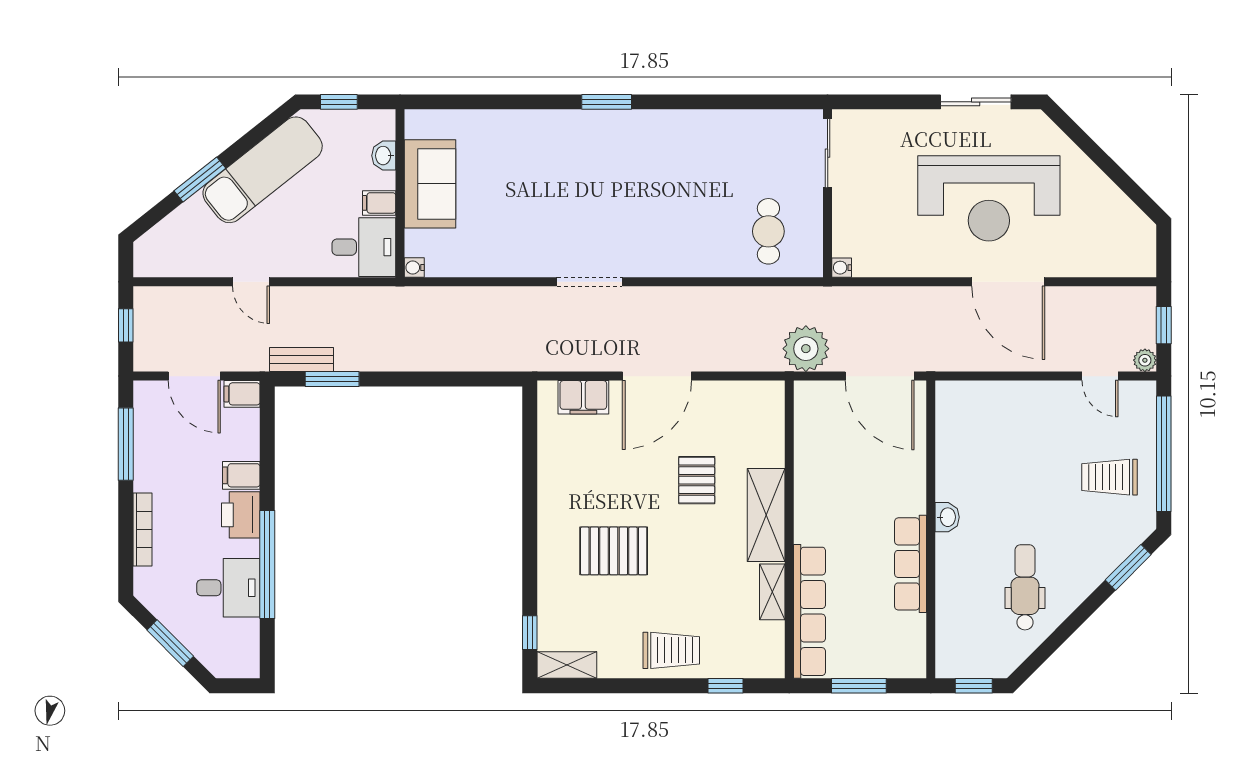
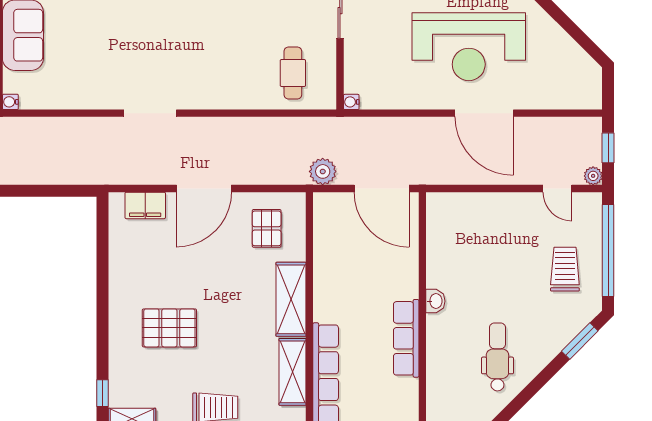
plant: (806, 349) -> (323, 171), width x0.73, depth x0.73
trolley: (1110, 477) -> (565, 269), turned 90
pallet: (697, 480) -> (267, 228), moved
shelving: (772, 592) -> (292, 372), width x1.50, depth x1.33

